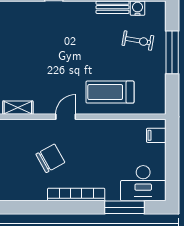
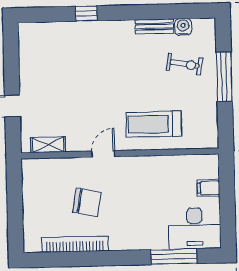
filing cabinet: (156, 135) -> (209, 188), moved
chair: (50, 158) -> (87, 202), turned 40
bookcase: (76, 194) -> (75, 244), moved

